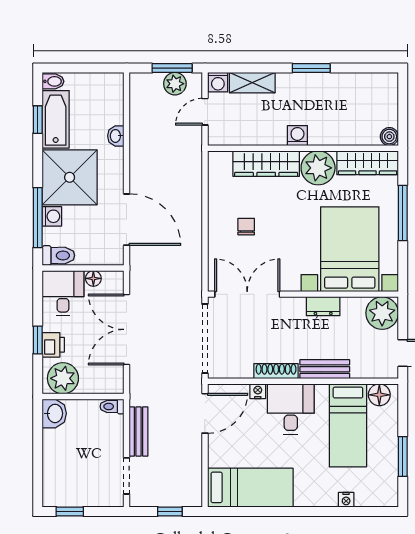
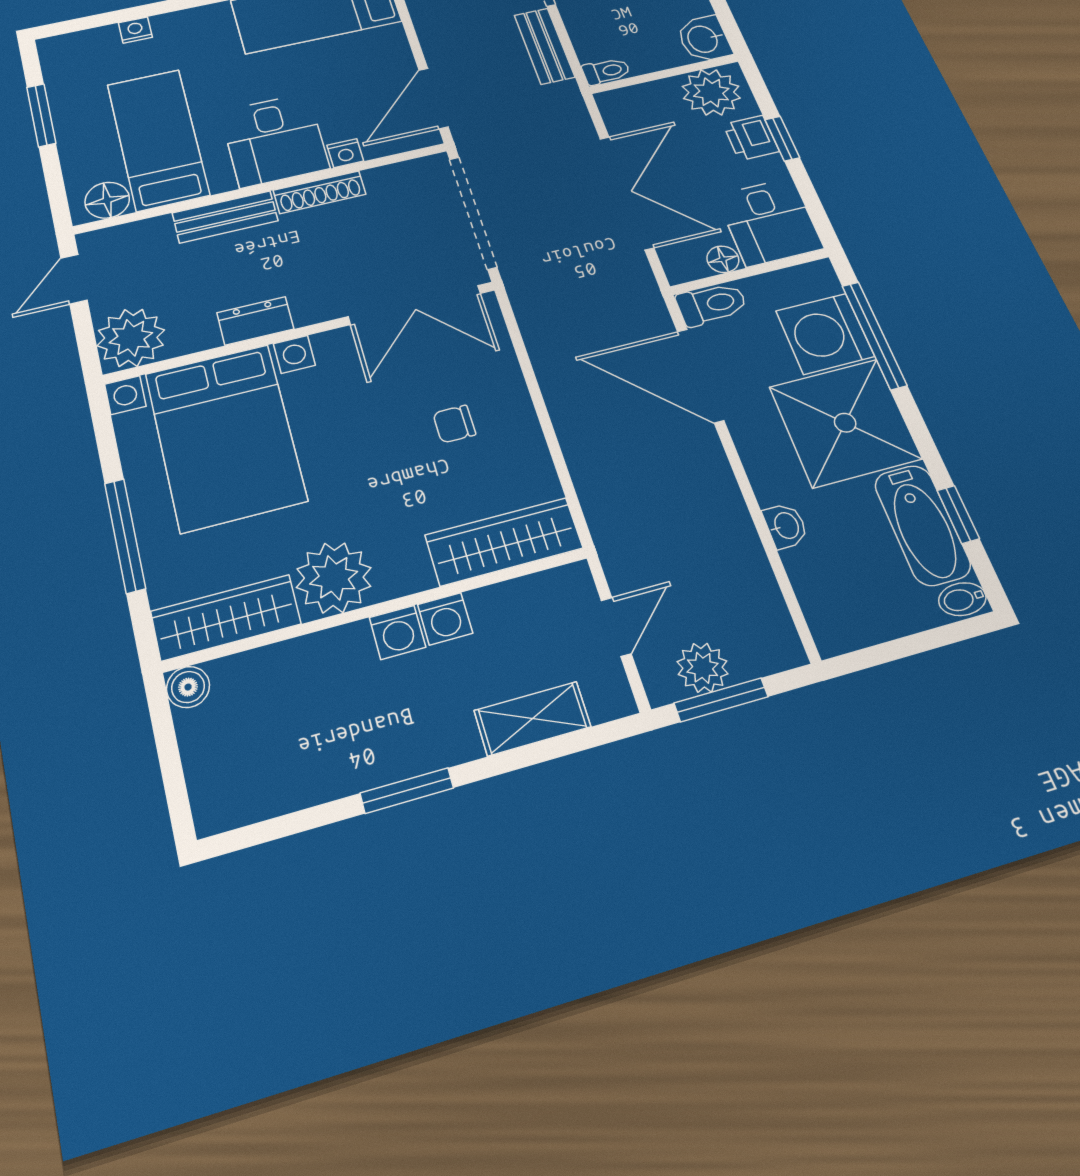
washing machine: (218, 82) -> (445, 619), moved, turned 180
wardrobe: (266, 164) -> (504, 542), moved
washing machine: (52, 216) -> (825, 334), width x1.89, depth x1.89
chair: (246, 227) -> (454, 424), turned 90
toilet: (58, 255) -> (712, 304), moved, turned 180

